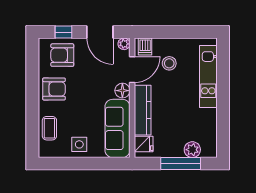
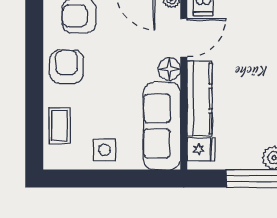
stool: (169, 63) -> (239, 28), removed
armchair: (54, 89) -> (67, 67), turned -90

